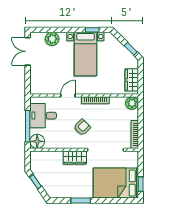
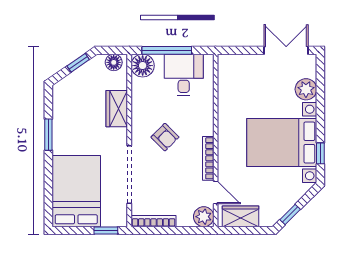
bed with nightstands: (85, 54) -> (282, 142), width x1.36
door: (68, 96) -> (216, 192), moved
wardrobe: (75, 158) -> (117, 109), moved
floor lamp: (35, 159) -> (114, 62), added
window: (141, 184) -> (106, 230), moved

